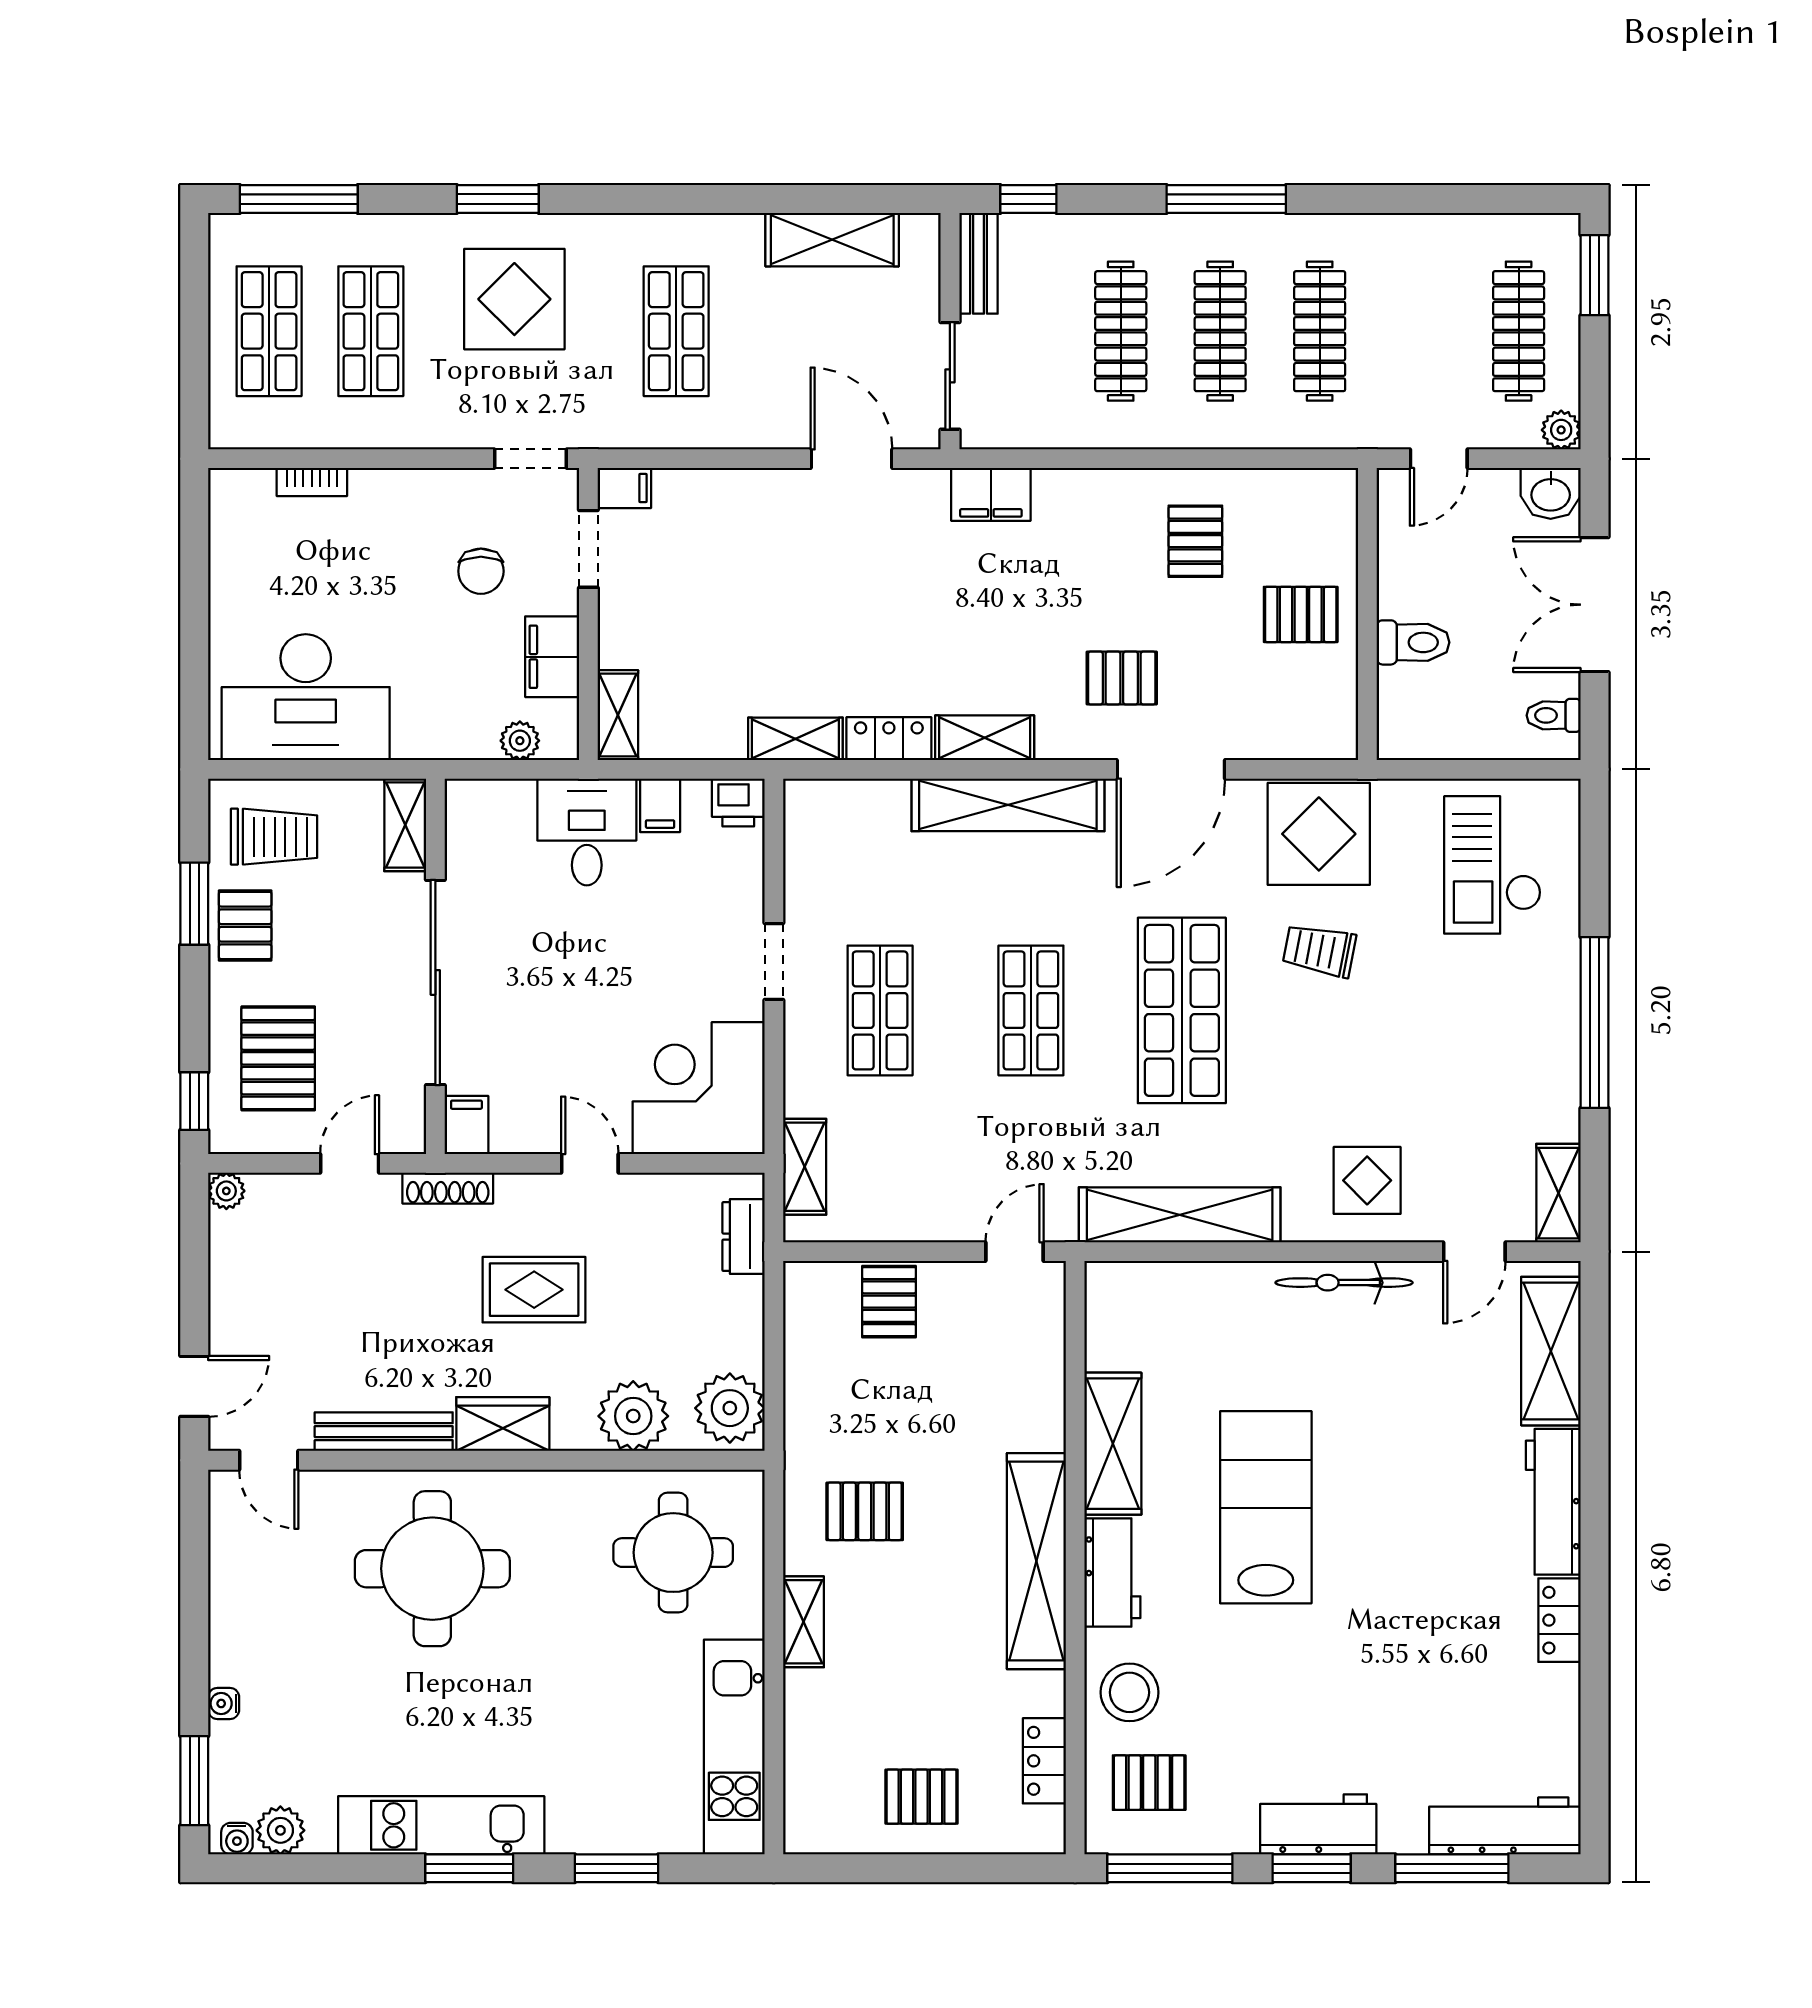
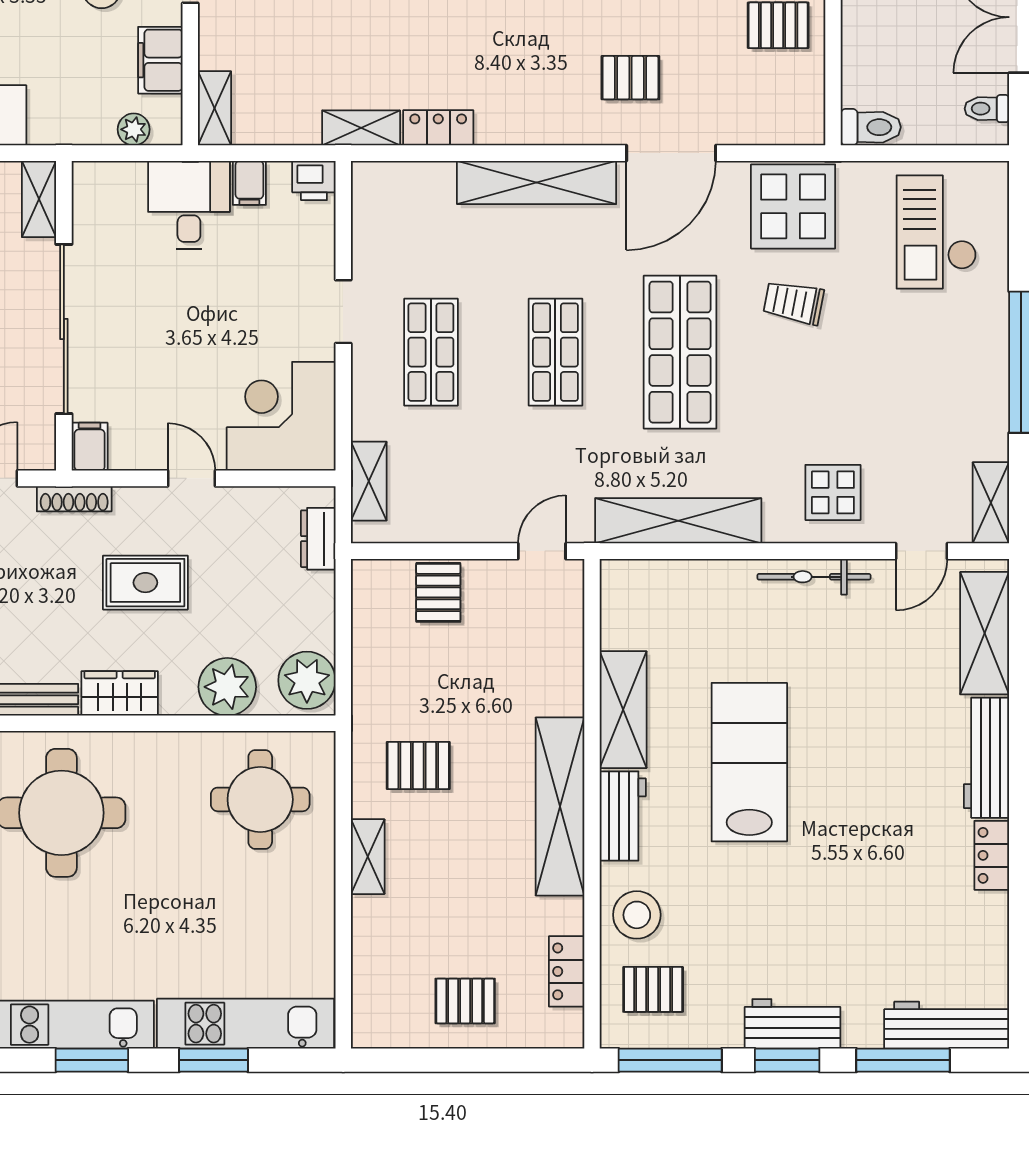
toilet: (1413, 642) -> (871, 127), moved
shelving: (985, 738) -> (517, 127), removed
kitchen unit: (734, 1747) -> (246, 1024), moved, turned 90

